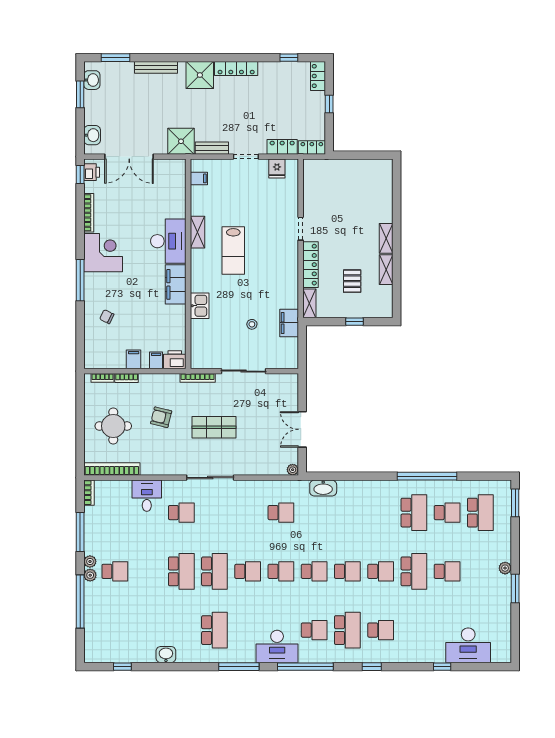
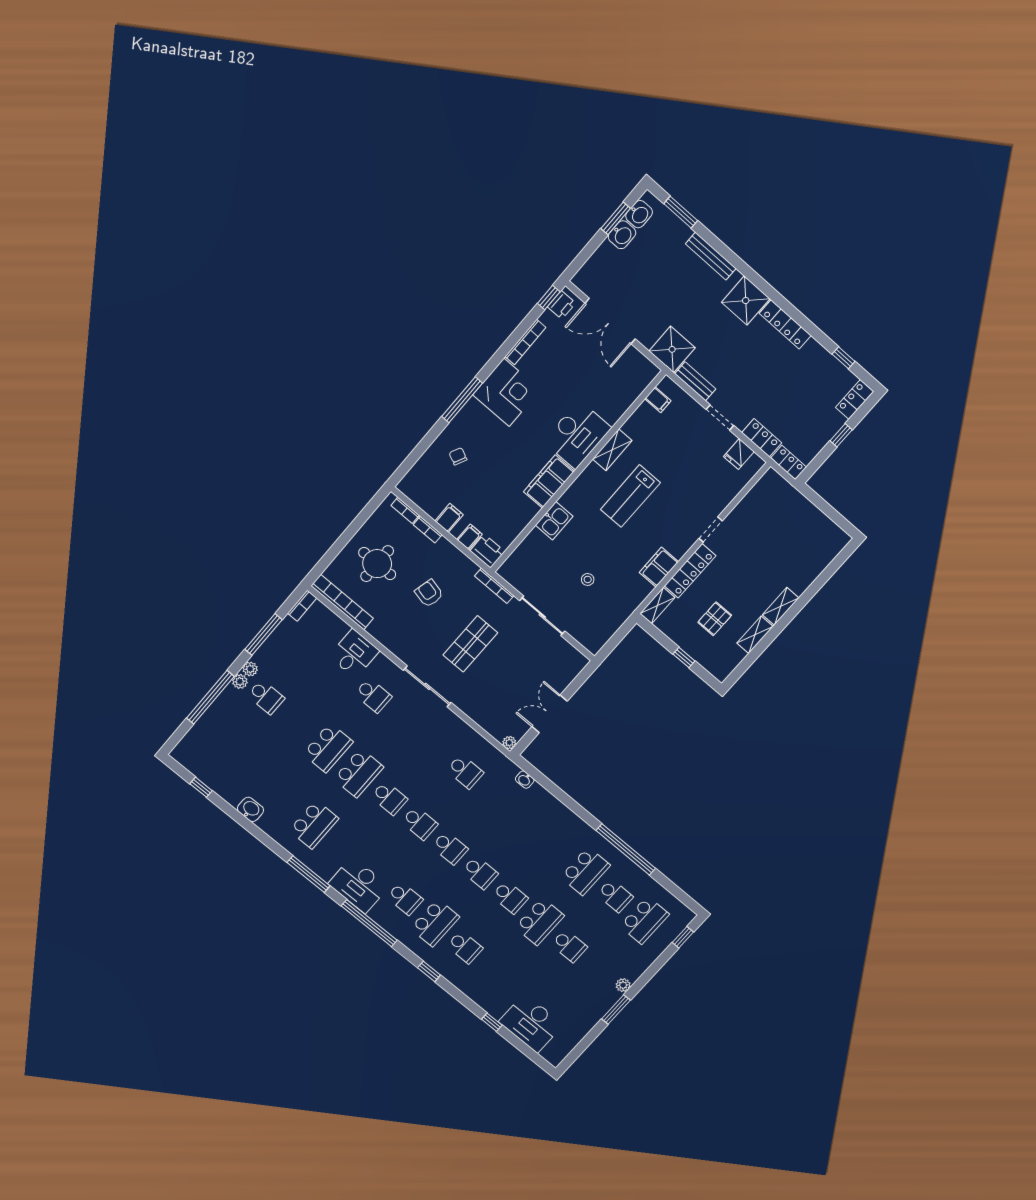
washbasin: (92, 135) -> (622, 235), moved
filing cabinet: (289, 323) -> (659, 567), moved
shop shelf: (214, 427) -> (470, 644), turned 90
washbasin: (323, 488) -> (525, 780), width x0.52, depth x0.69
window: (515, 503) -> (683, 937), width x0.67

